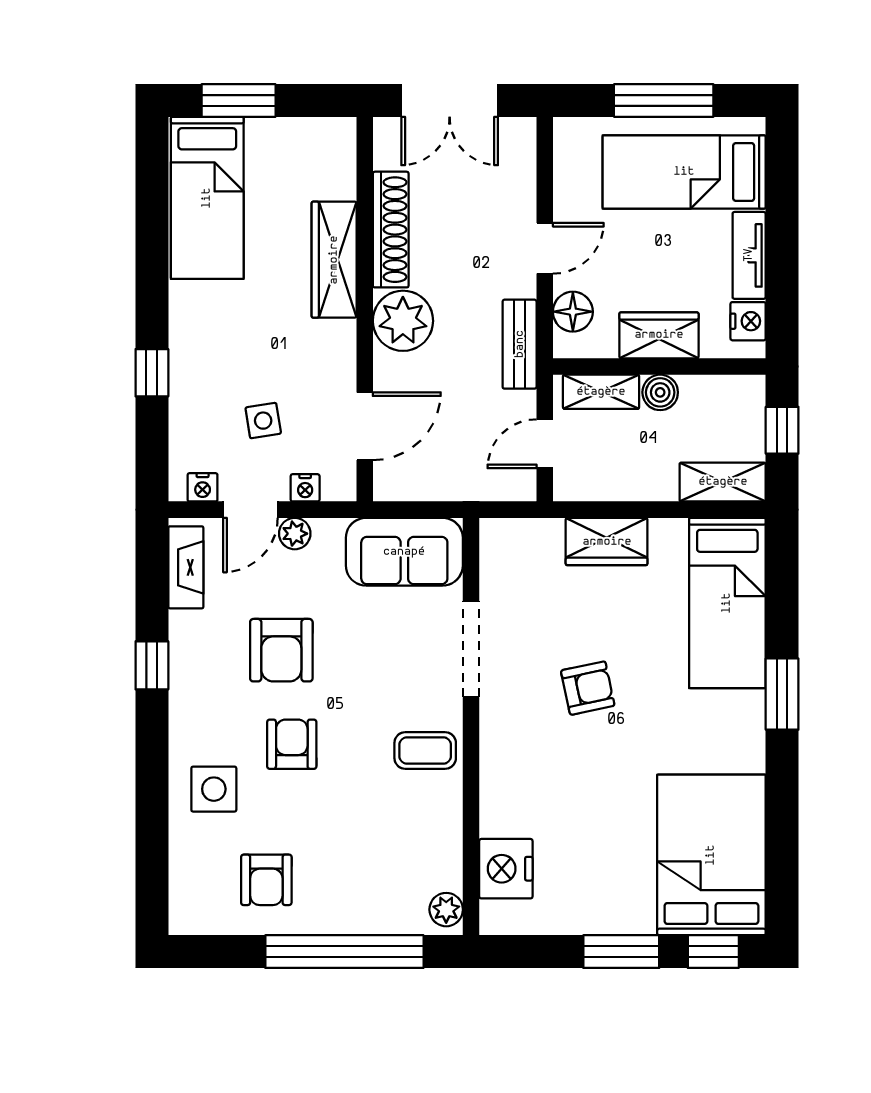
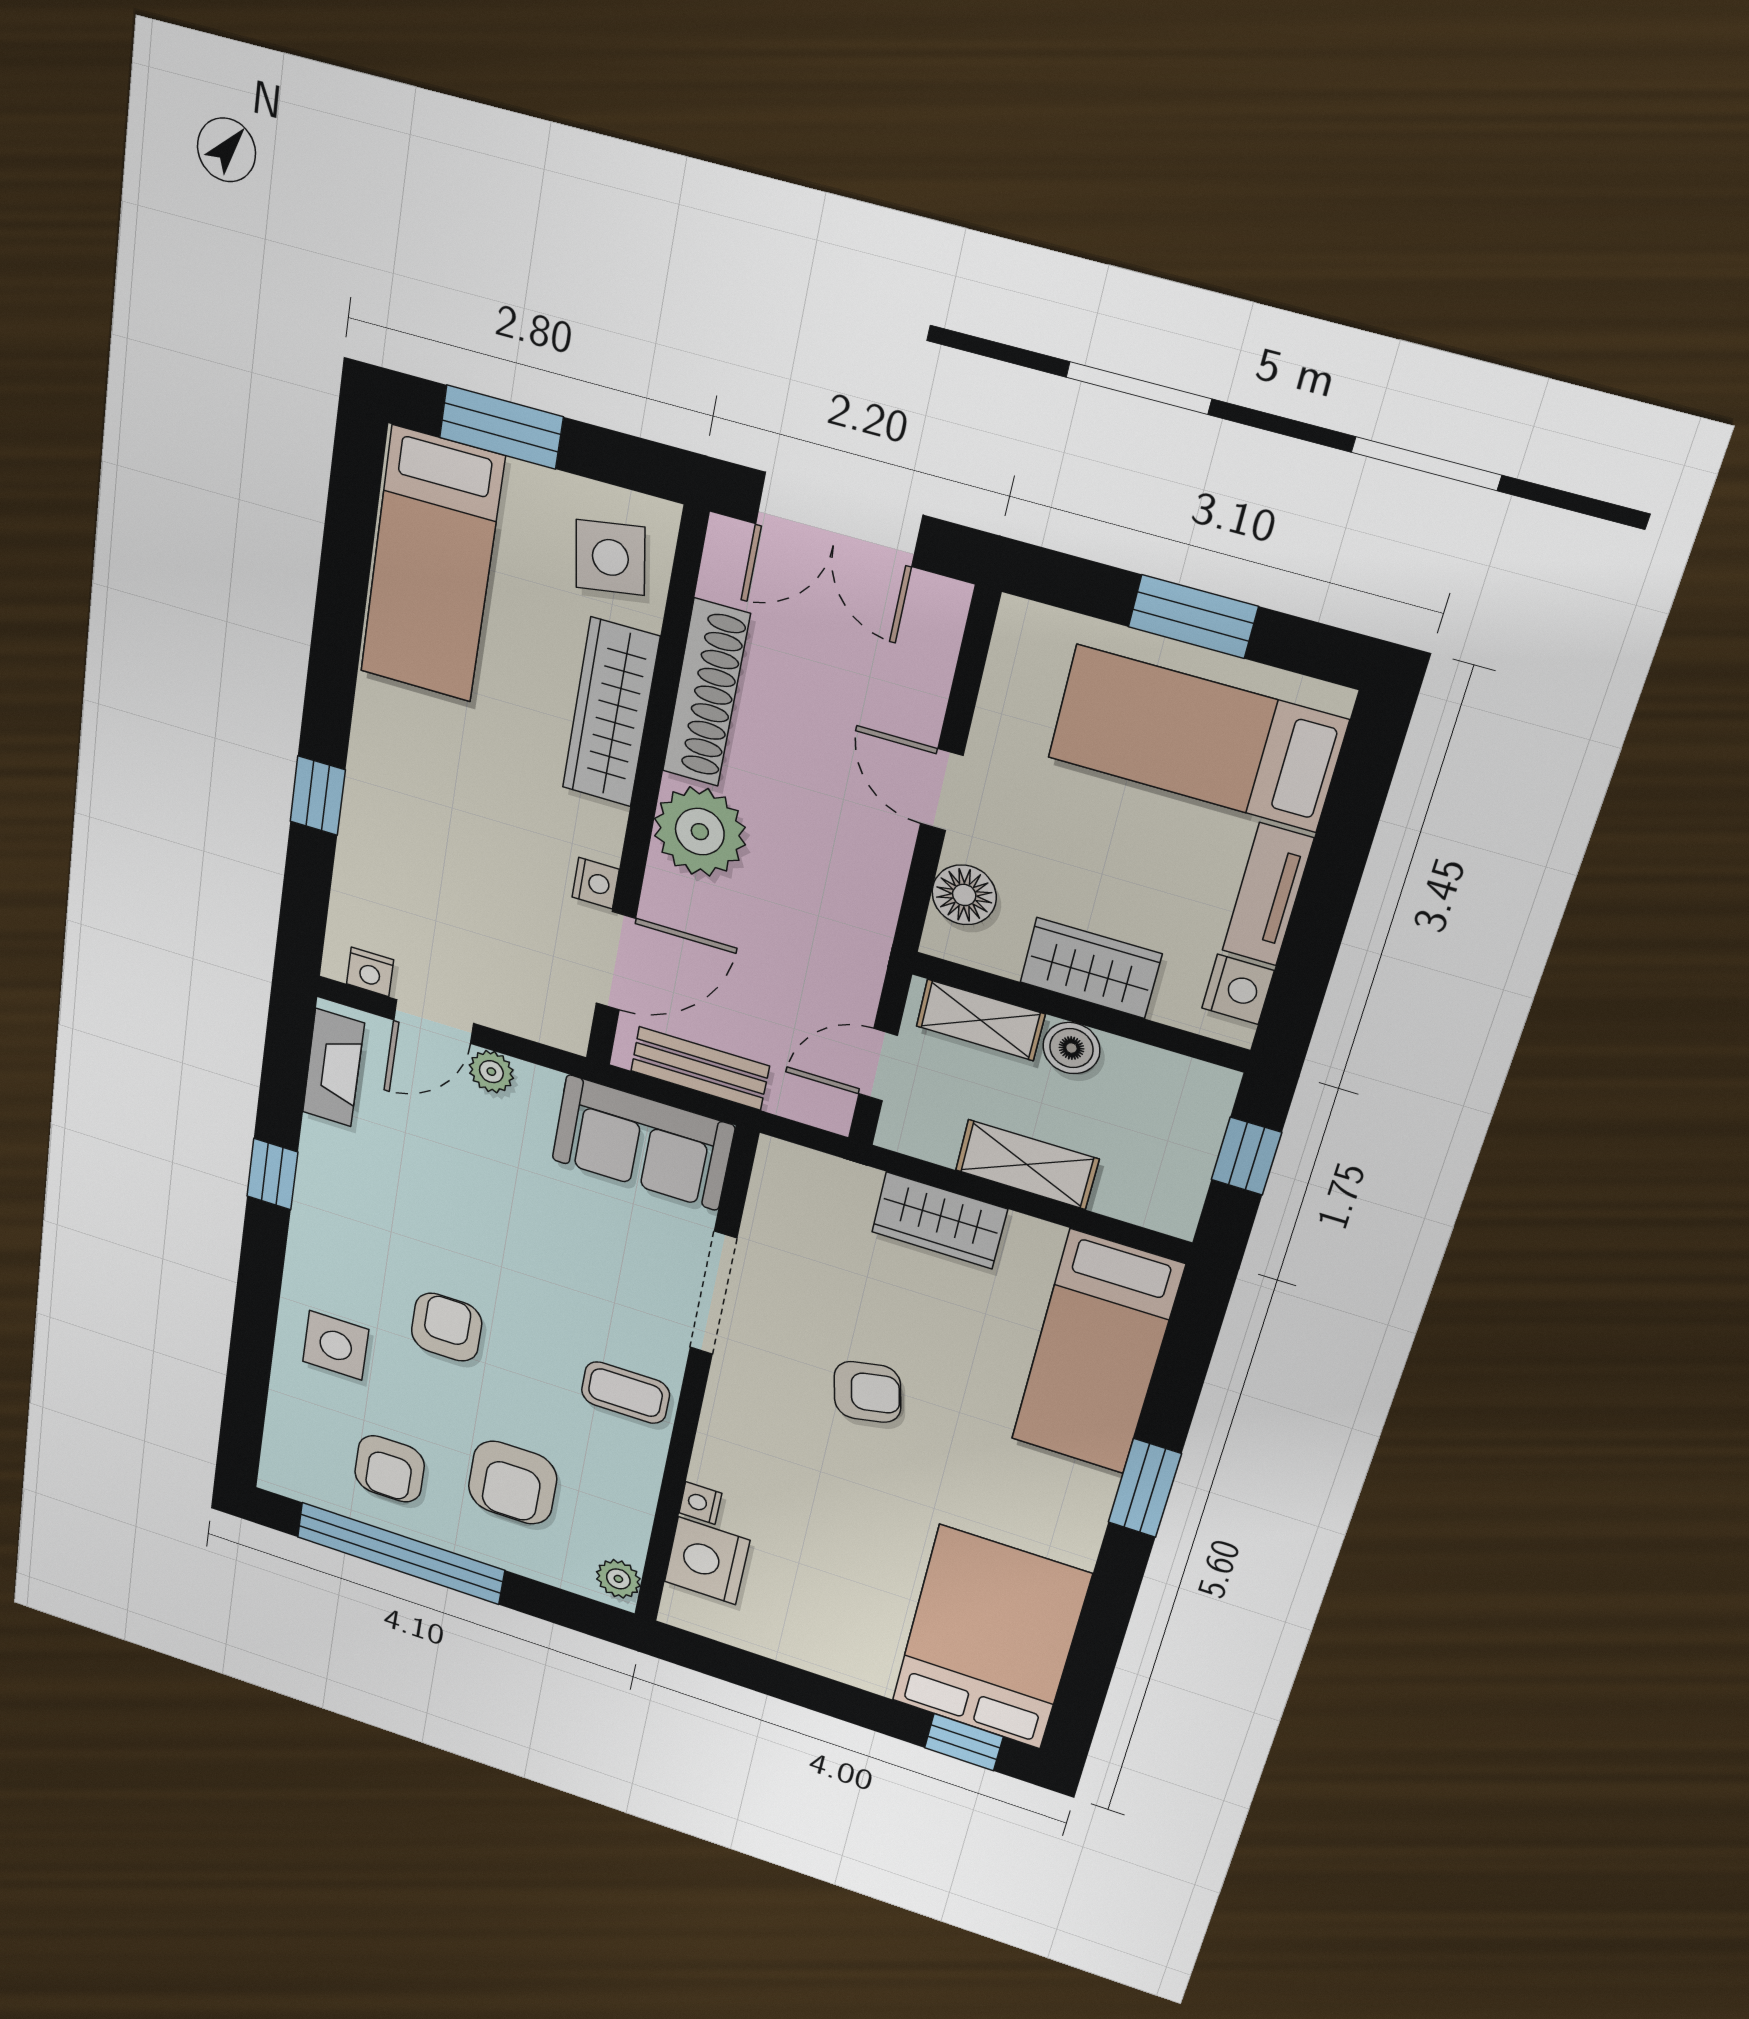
window: (664, 101) -> (1193, 617), width x0.69
door: (545, 248) -> (942, 790), swing flipped
bench: (520, 344) -> (700, 1068), moved, turned 90
side table: (263, 421) -> (610, 557), moved, width x1.37, depth x1.37
shelving: (723, 482) -> (1027, 1165), moved
nightstand: (305, 488) -> (596, 883), moved, turned -90
armchair: (281, 650) -> (513, 1483), moved
nightstand: (493, 822) -> (700, 1503), added
window: (344, 952) -> (400, 1553), moved
window: (621, 952) -> (840, 1701), removed

